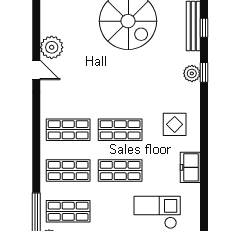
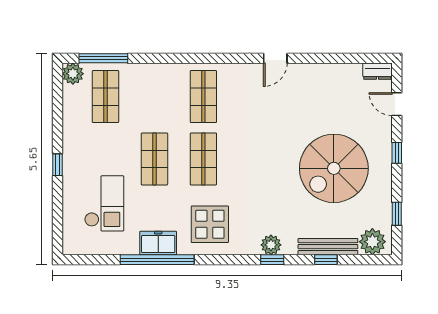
plant: (52, 47) -> (302, 77), removed
display table: (175, 124) -> (210, 224), width x1.36, depth x1.36
window: (204, 168) -> (157, 260), added
shop shelf: (68, 171) -> (154, 97), removed

